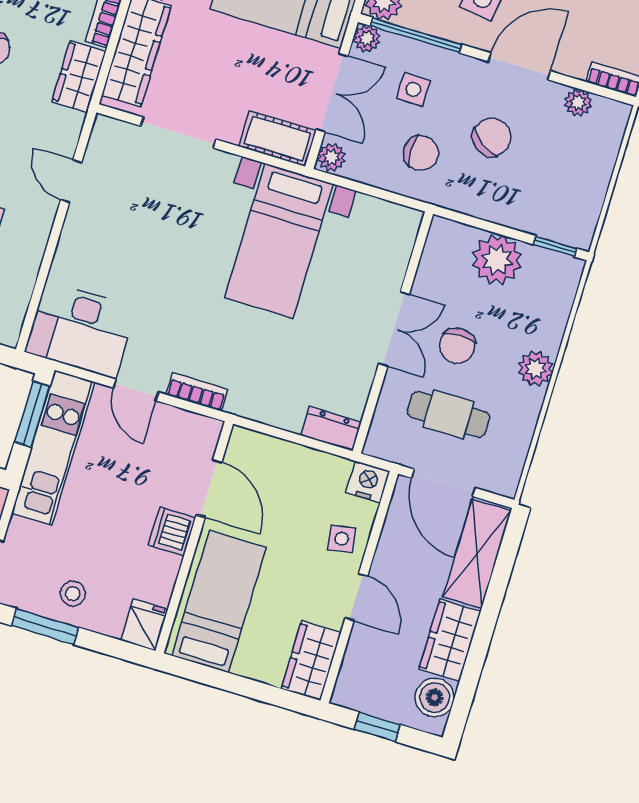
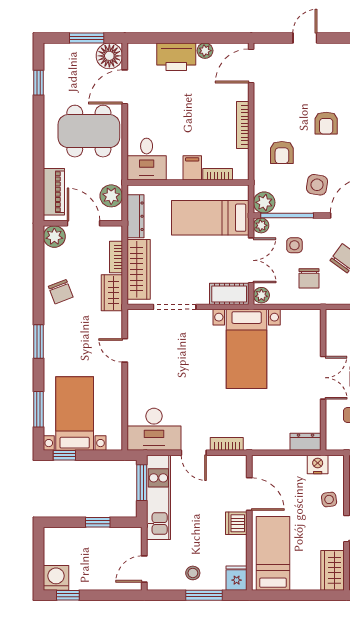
chair: (421, 153) -> (309, 278), turned 90
nightstand: (368, 482) -> (318, 465), moved
window: (45, 627) -> (204, 595), moved

